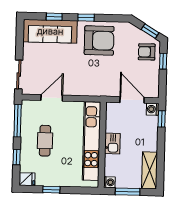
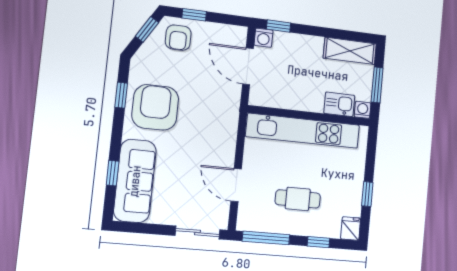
window: (86, 18) -> (121, 95), moved
door: (132, 100) -> (248, 66), hinge flipped
kitchen sink: (112, 144) -> (339, 104), moved

